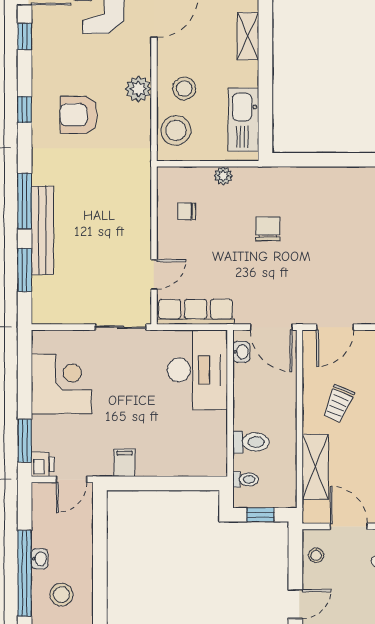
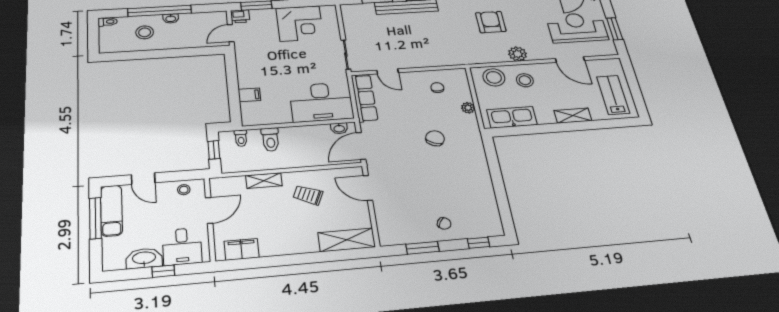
chair: (268, 229) -> (435, 138), turned -66
filing cabinet: (124, 463) -> (249, 95), moved
shelving: (315, 467) -> (264, 181), width x0.67, depth x0.75
door: (71, 479) -> (231, 33), hinge flipped

